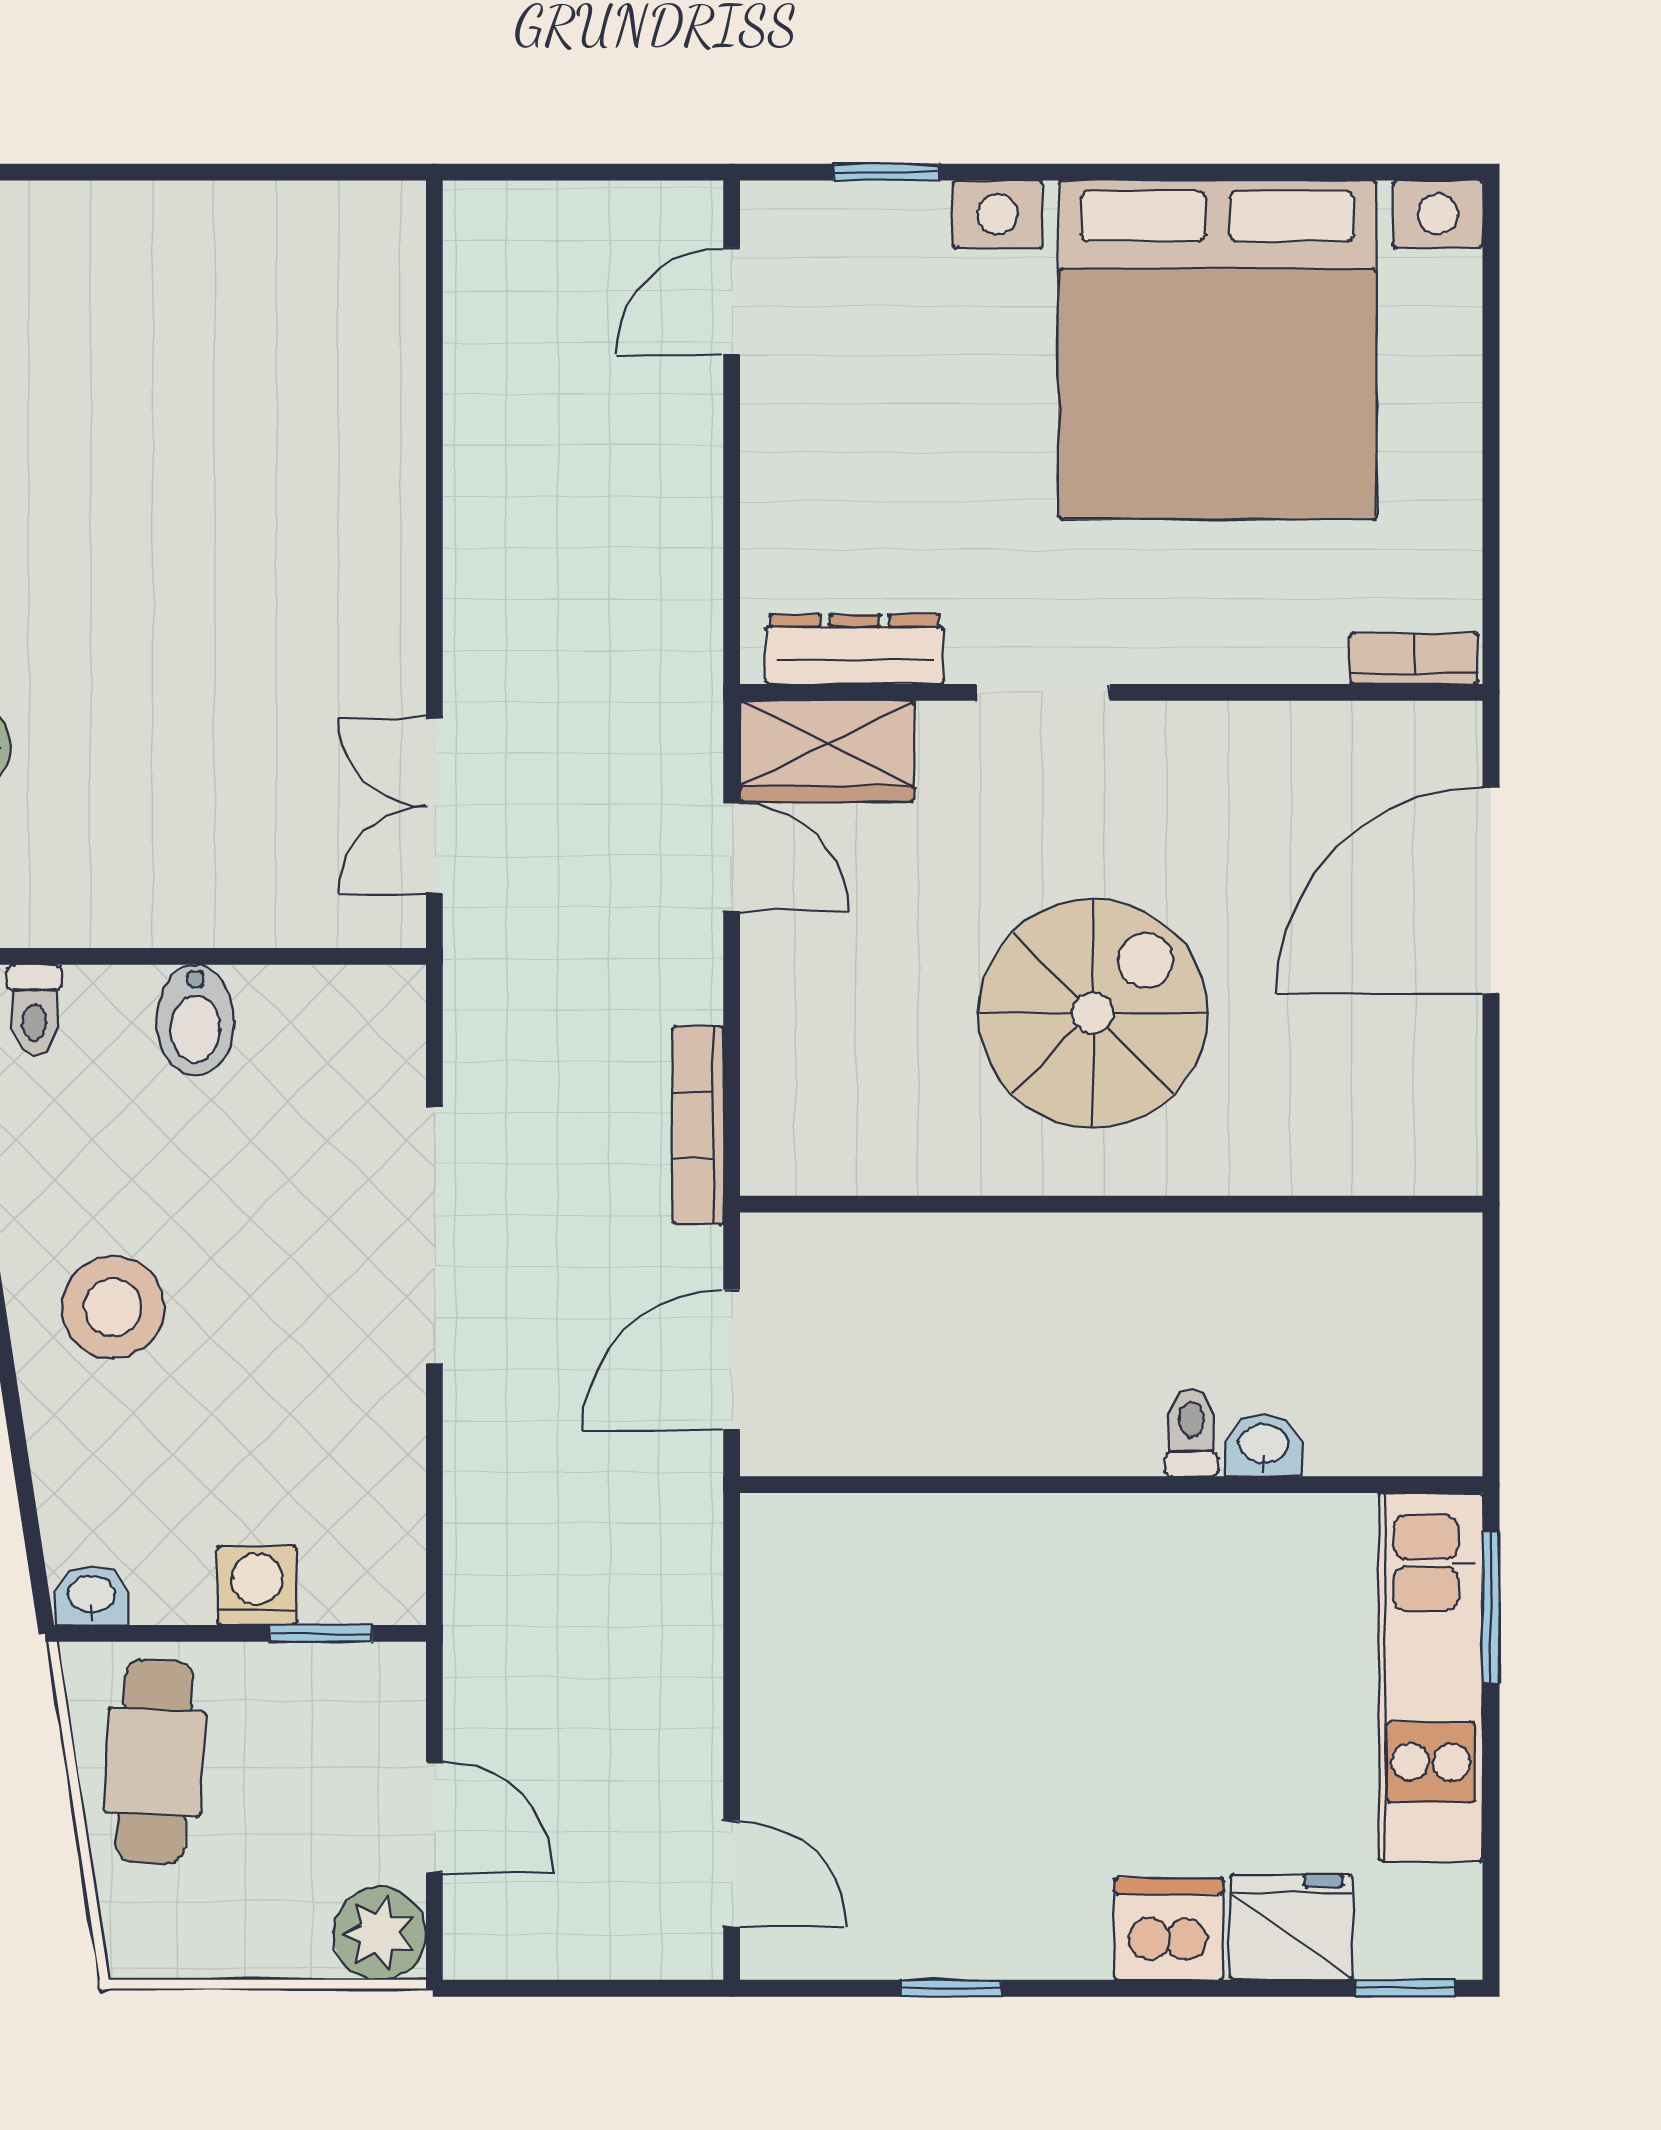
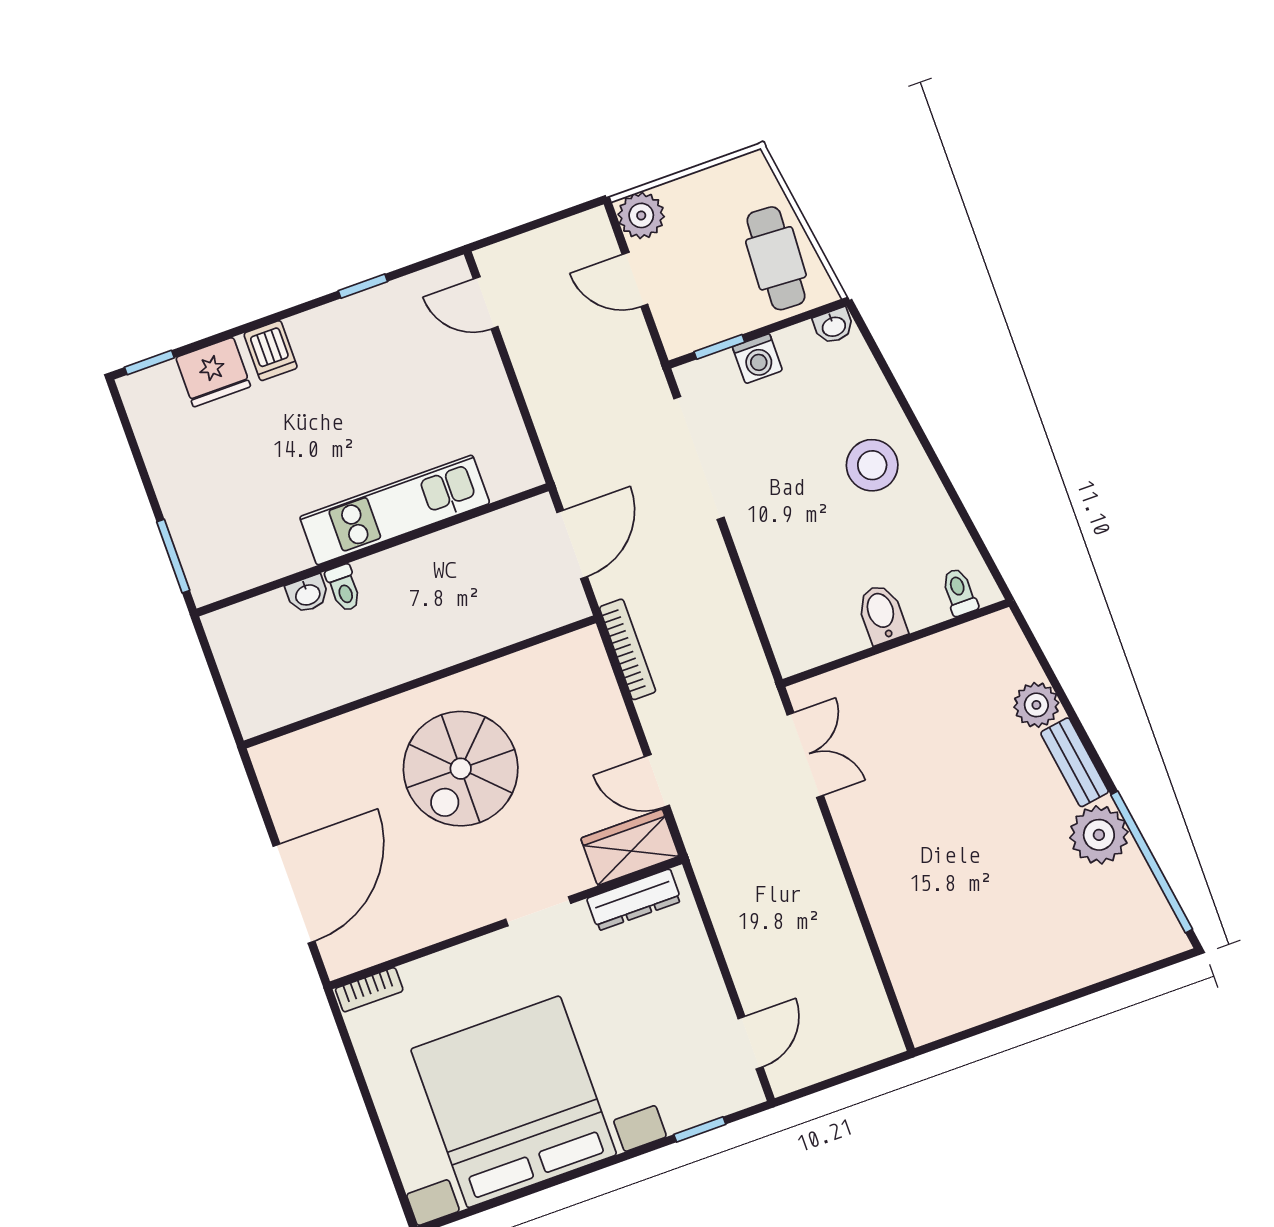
doorway: (434, 1236) -> (699, 458), moved
kitchen unit: (1431, 1677) -> (395, 510), moved, turned -90
dishwasher: (1169, 1929) -> (271, 351), width x0.73

